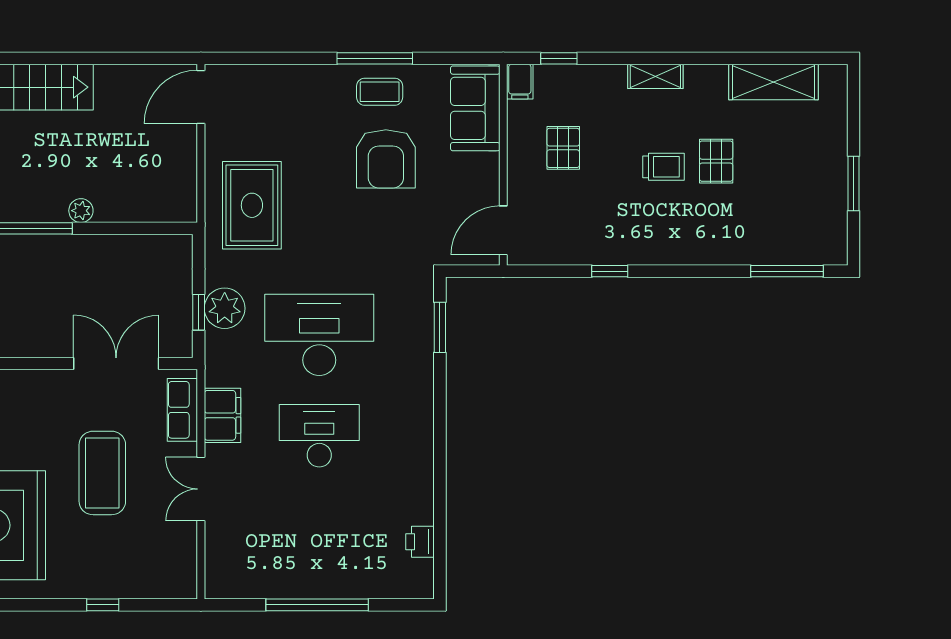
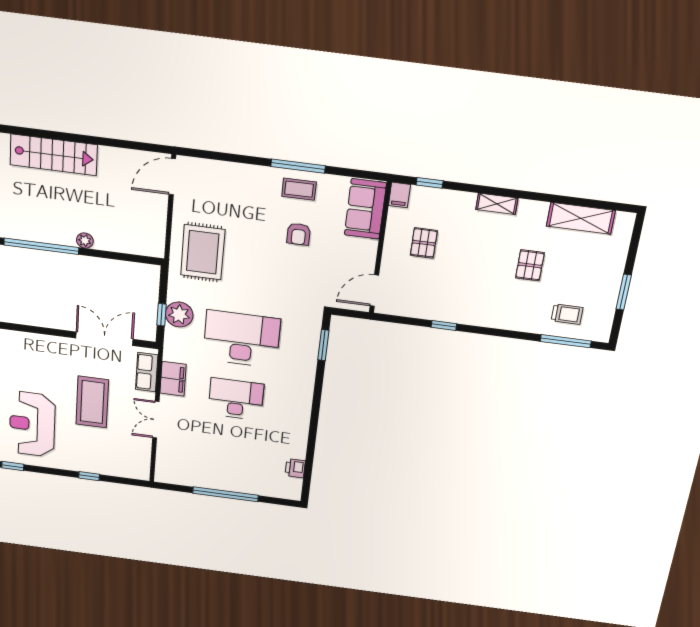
armchair: (386, 159) -> (299, 234), width x0.53, depth x0.53
trolley: (663, 167) -> (567, 314), moved

